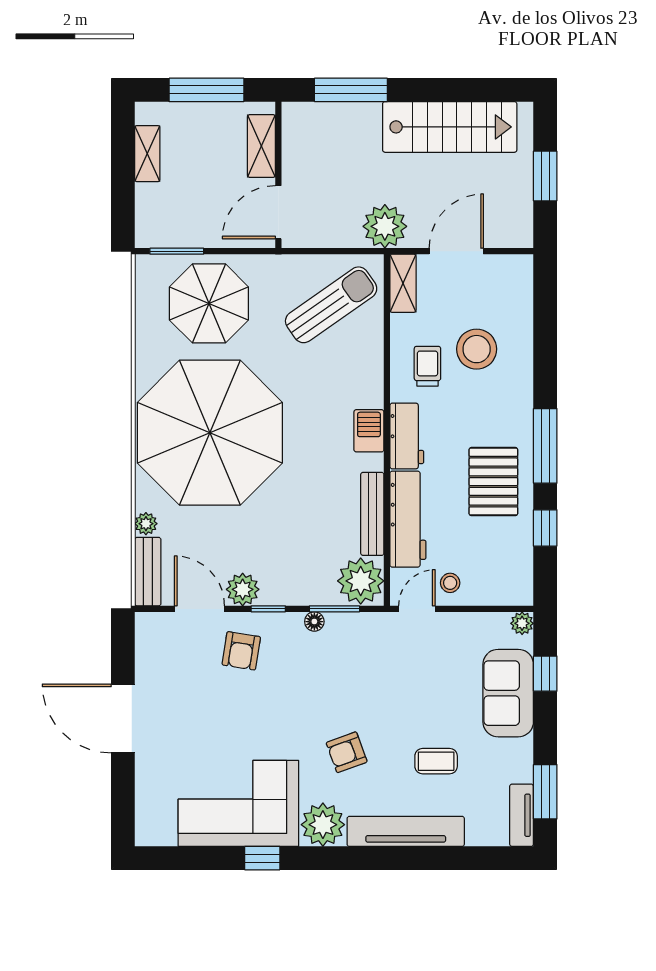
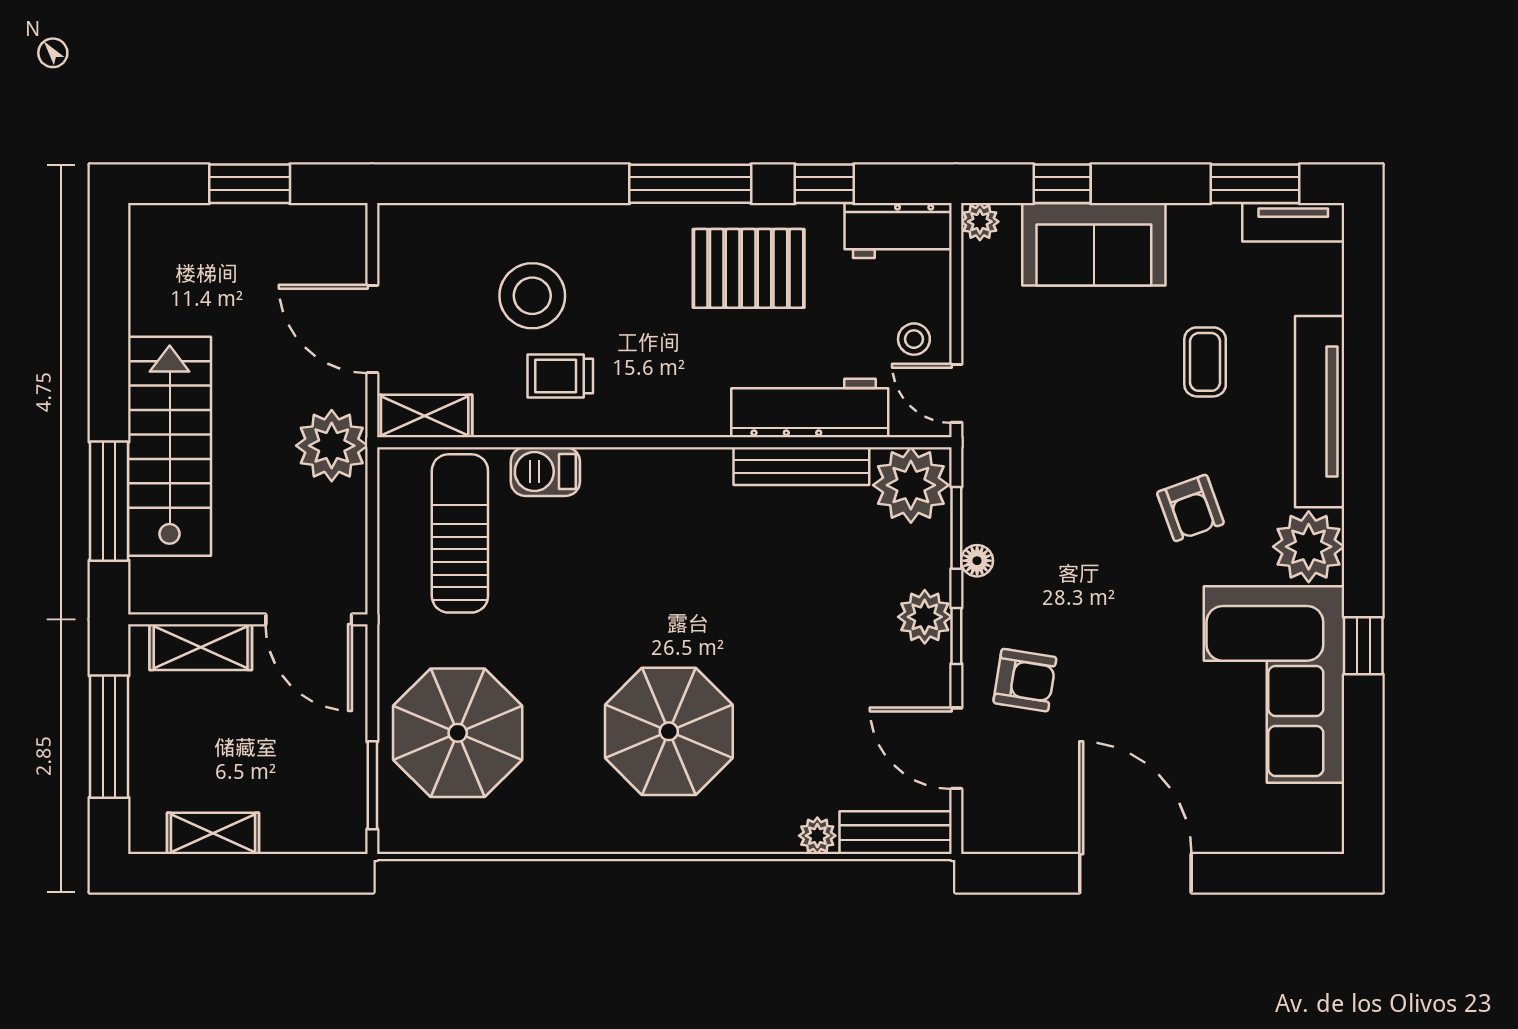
stairs: (450, 127) -> (170, 446), moved
sun lounger: (331, 305) -> (460, 533), turned 35
barbecue: (369, 431) -> (545, 472), moved
parasol: (210, 433) -> (669, 731), width x0.54, depth x0.54
workbench: (407, 436) -> (898, 231), moved, turned 180
plant: (243, 589) -> (925, 617), moved
door: (199, 609) -> (956, 748), hinge flipped
door: (123, 719) -> (1135, 873), swing flipped

